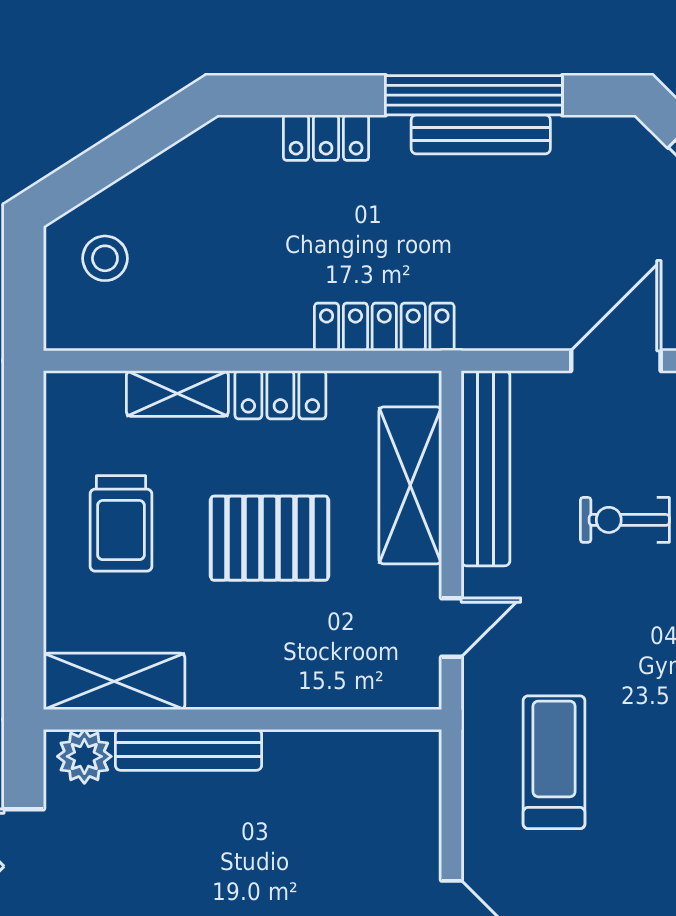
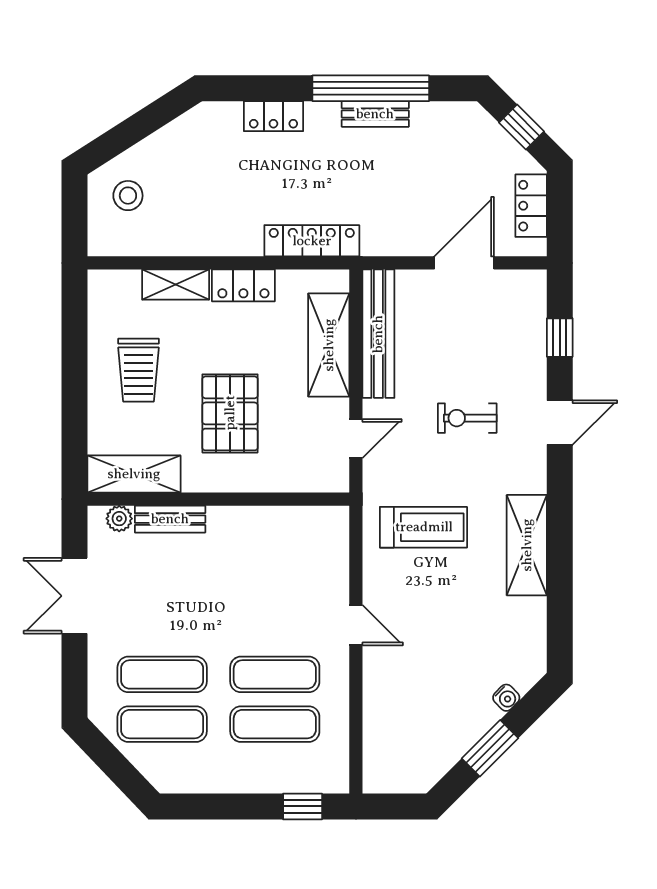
bench: (481, 134) -> (375, 114), width x0.73
exercise bike: (625, 520) -> (467, 418), moved
pallet: (269, 538) -> (230, 413), moved, turned 90
bench: (188, 750) -> (170, 519), width x0.73
plant: (84, 756) -> (119, 519), width x0.73, depth x0.73
treadmill: (554, 762) -> (424, 527), turned 90

